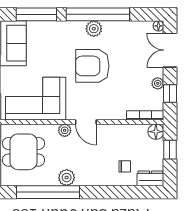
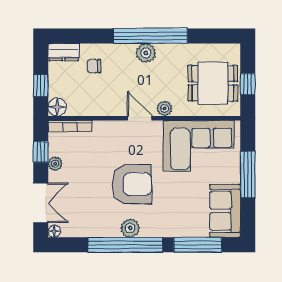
plant: (67, 178) -> (146, 53), moved
window: (48, 192) -> (150, 36), moved

